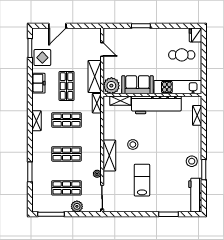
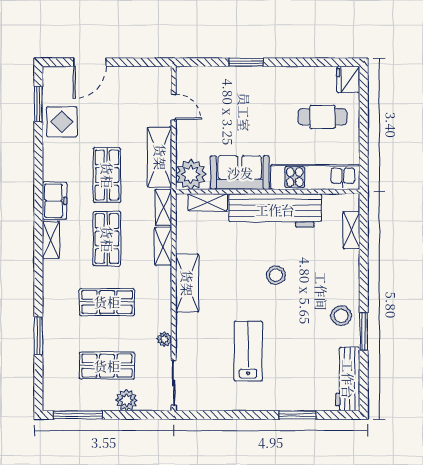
freezer: (38, 83) -> (54, 201), moved
shop shelf: (67, 120) -> (107, 239), turned 90
shelving: (96, 124) -> (163, 246), added
stool: (133, 144) -> (276, 275), moved
shelving: (109, 156) -> (187, 283), moved

